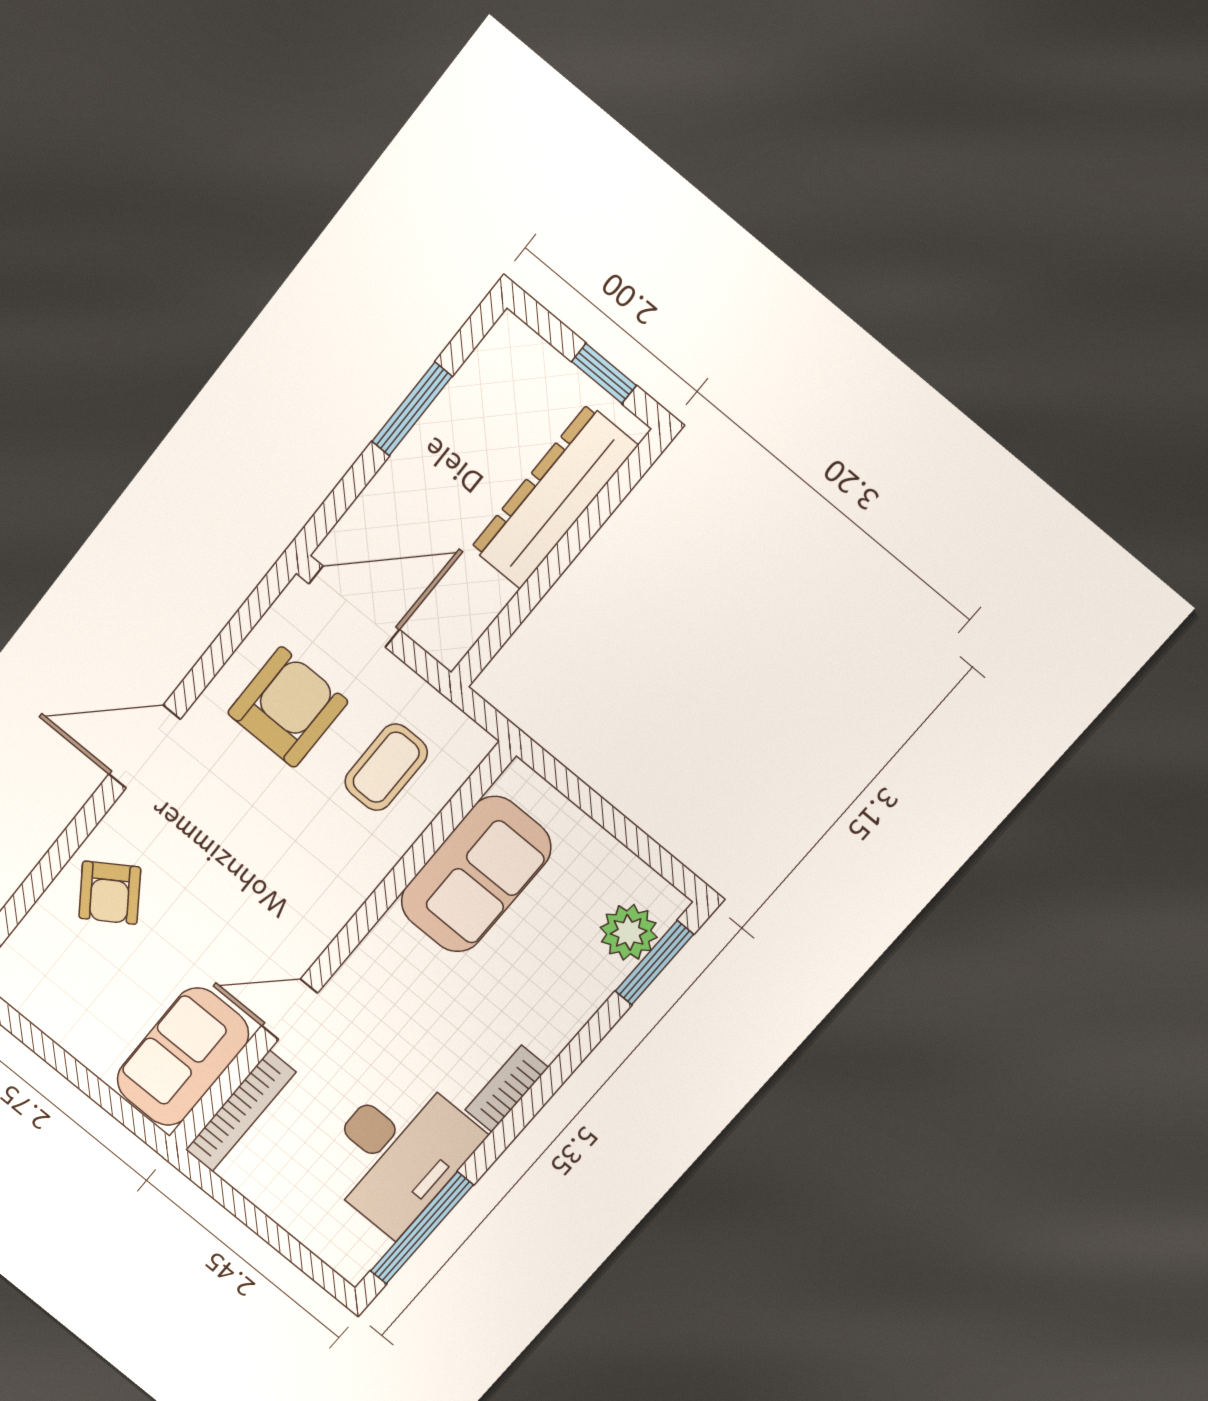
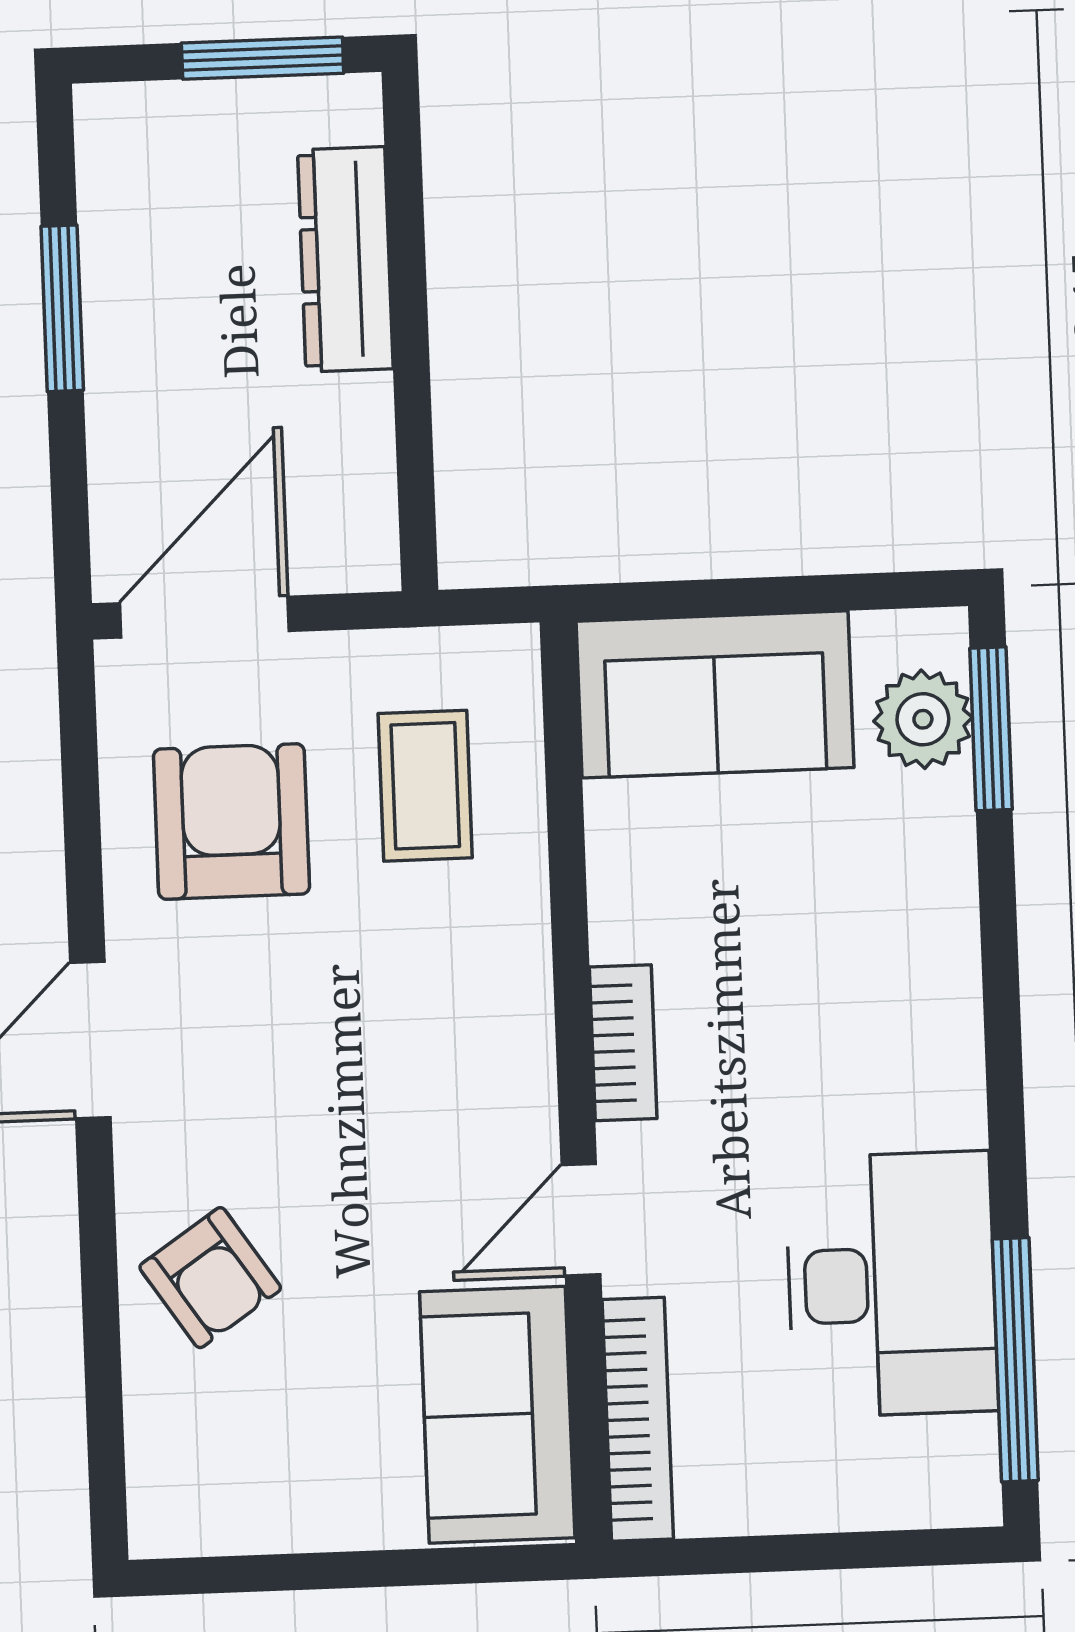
window: (604, 373) -> (263, 58), width x1.50
dresser: (554, 497) -> (345, 259), width x0.73, depth x0.80
sofa: (476, 874) -> (715, 694), moved, turned 90
bookcase: (507, 1089) -> (623, 1043), moved, turned 180

